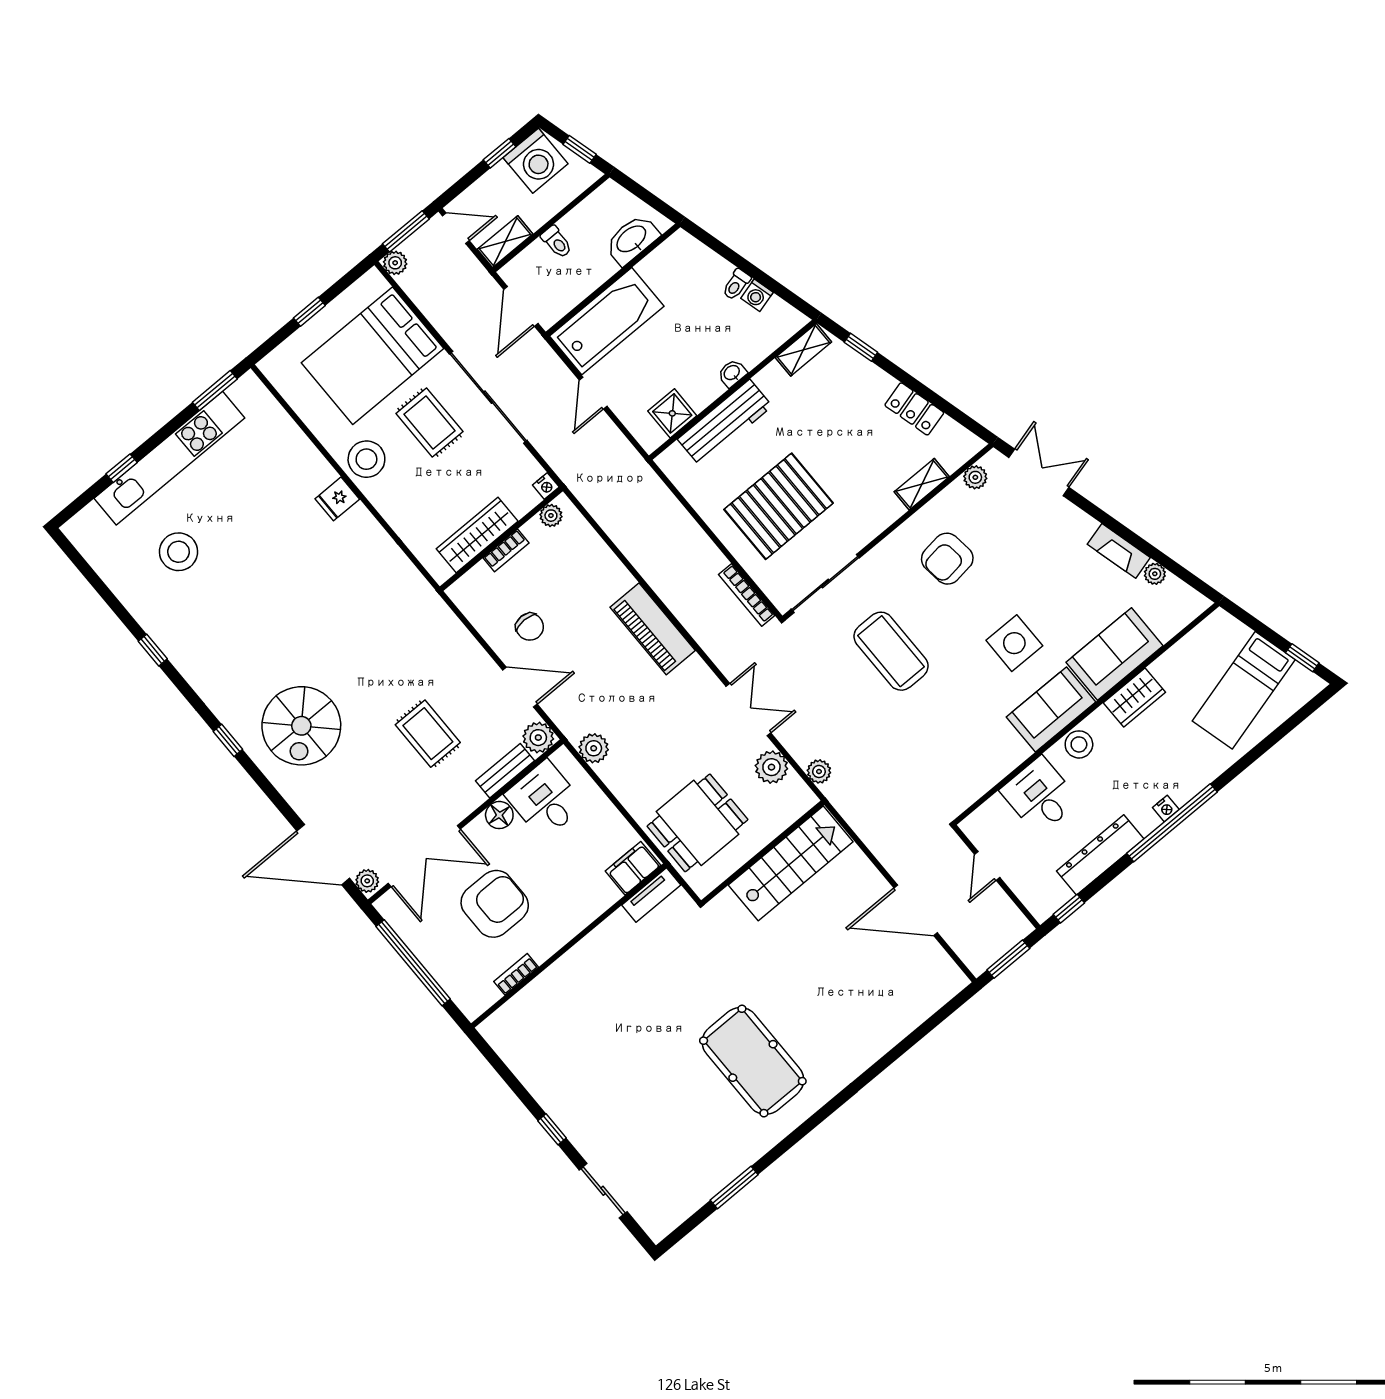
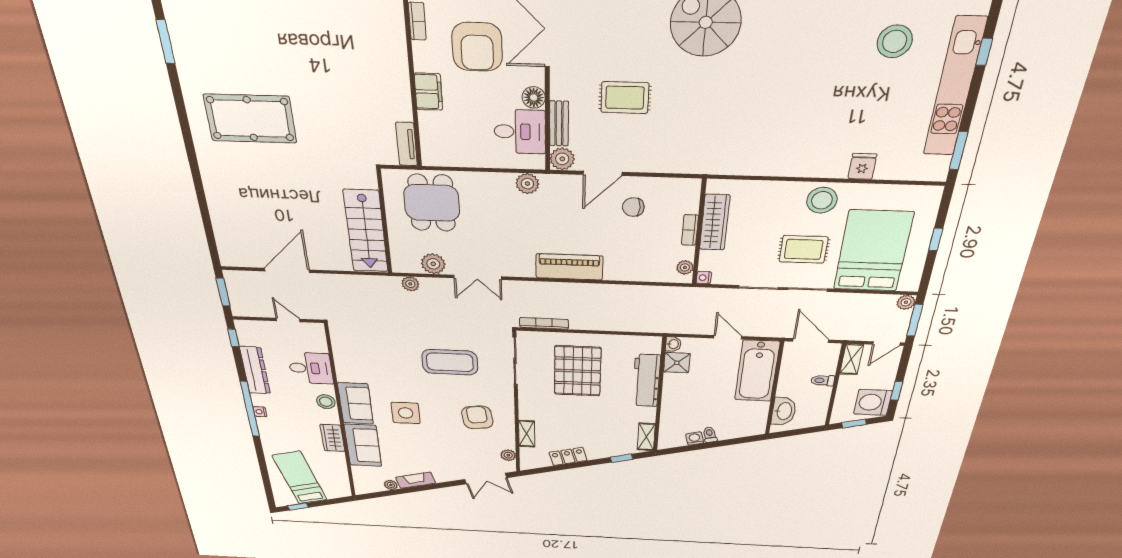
washbasin: (732, 373) -> (673, 344), moved
fridge: (337, 499) -> (862, 166), moved
filing cabinet: (633, 868) -> (428, 92), moved

